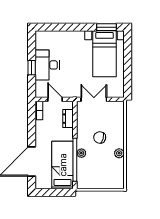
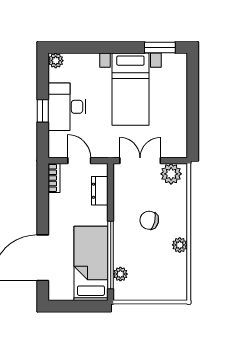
plant: (40, 35) -> (56, 61), added
bed with nightstands: (105, 54) -> (130, 89), moved
plant: (114, 108) -> (171, 174), added
plant: (81, 153) -> (120, 274), moved

